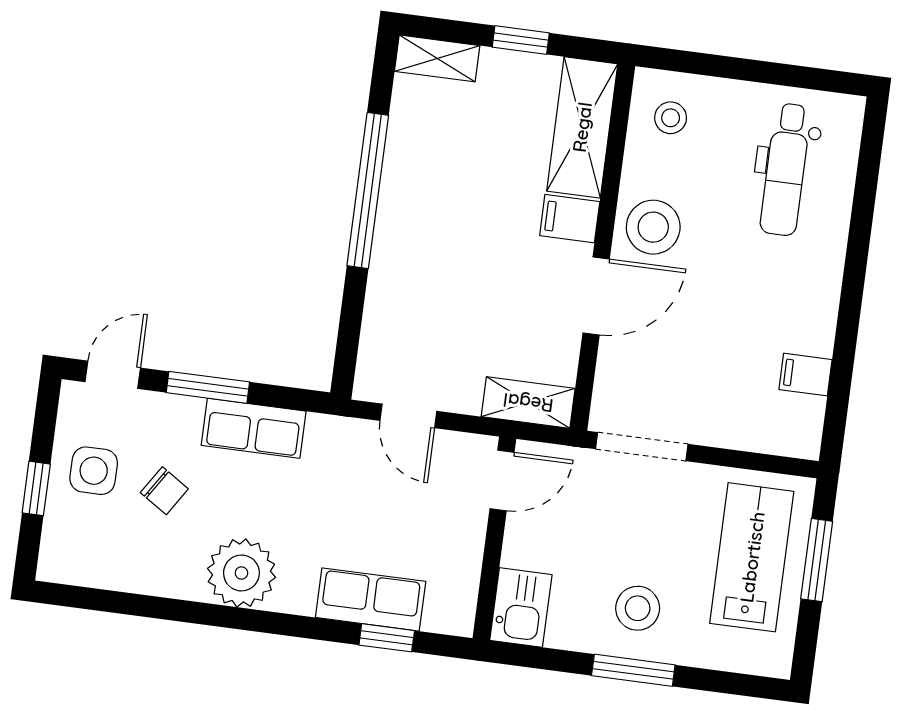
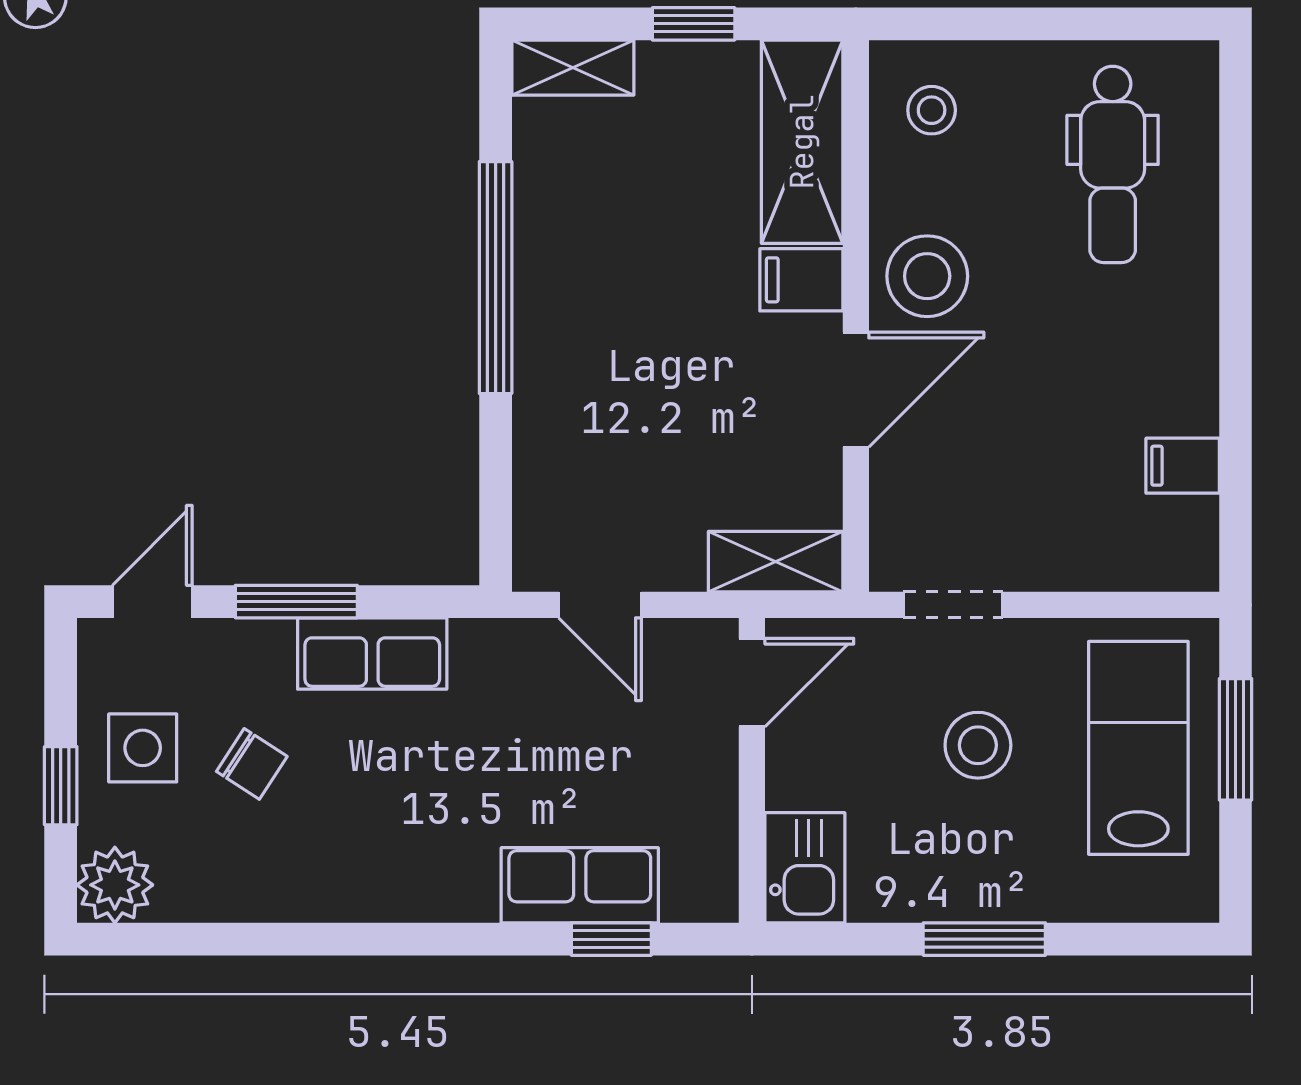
doorway: (642, 447) -> (953, 605), width x0.73
plant: (241, 573) -> (115, 885), moved, width x0.73, depth x0.73
stool: (638, 608) -> (978, 745), moved

